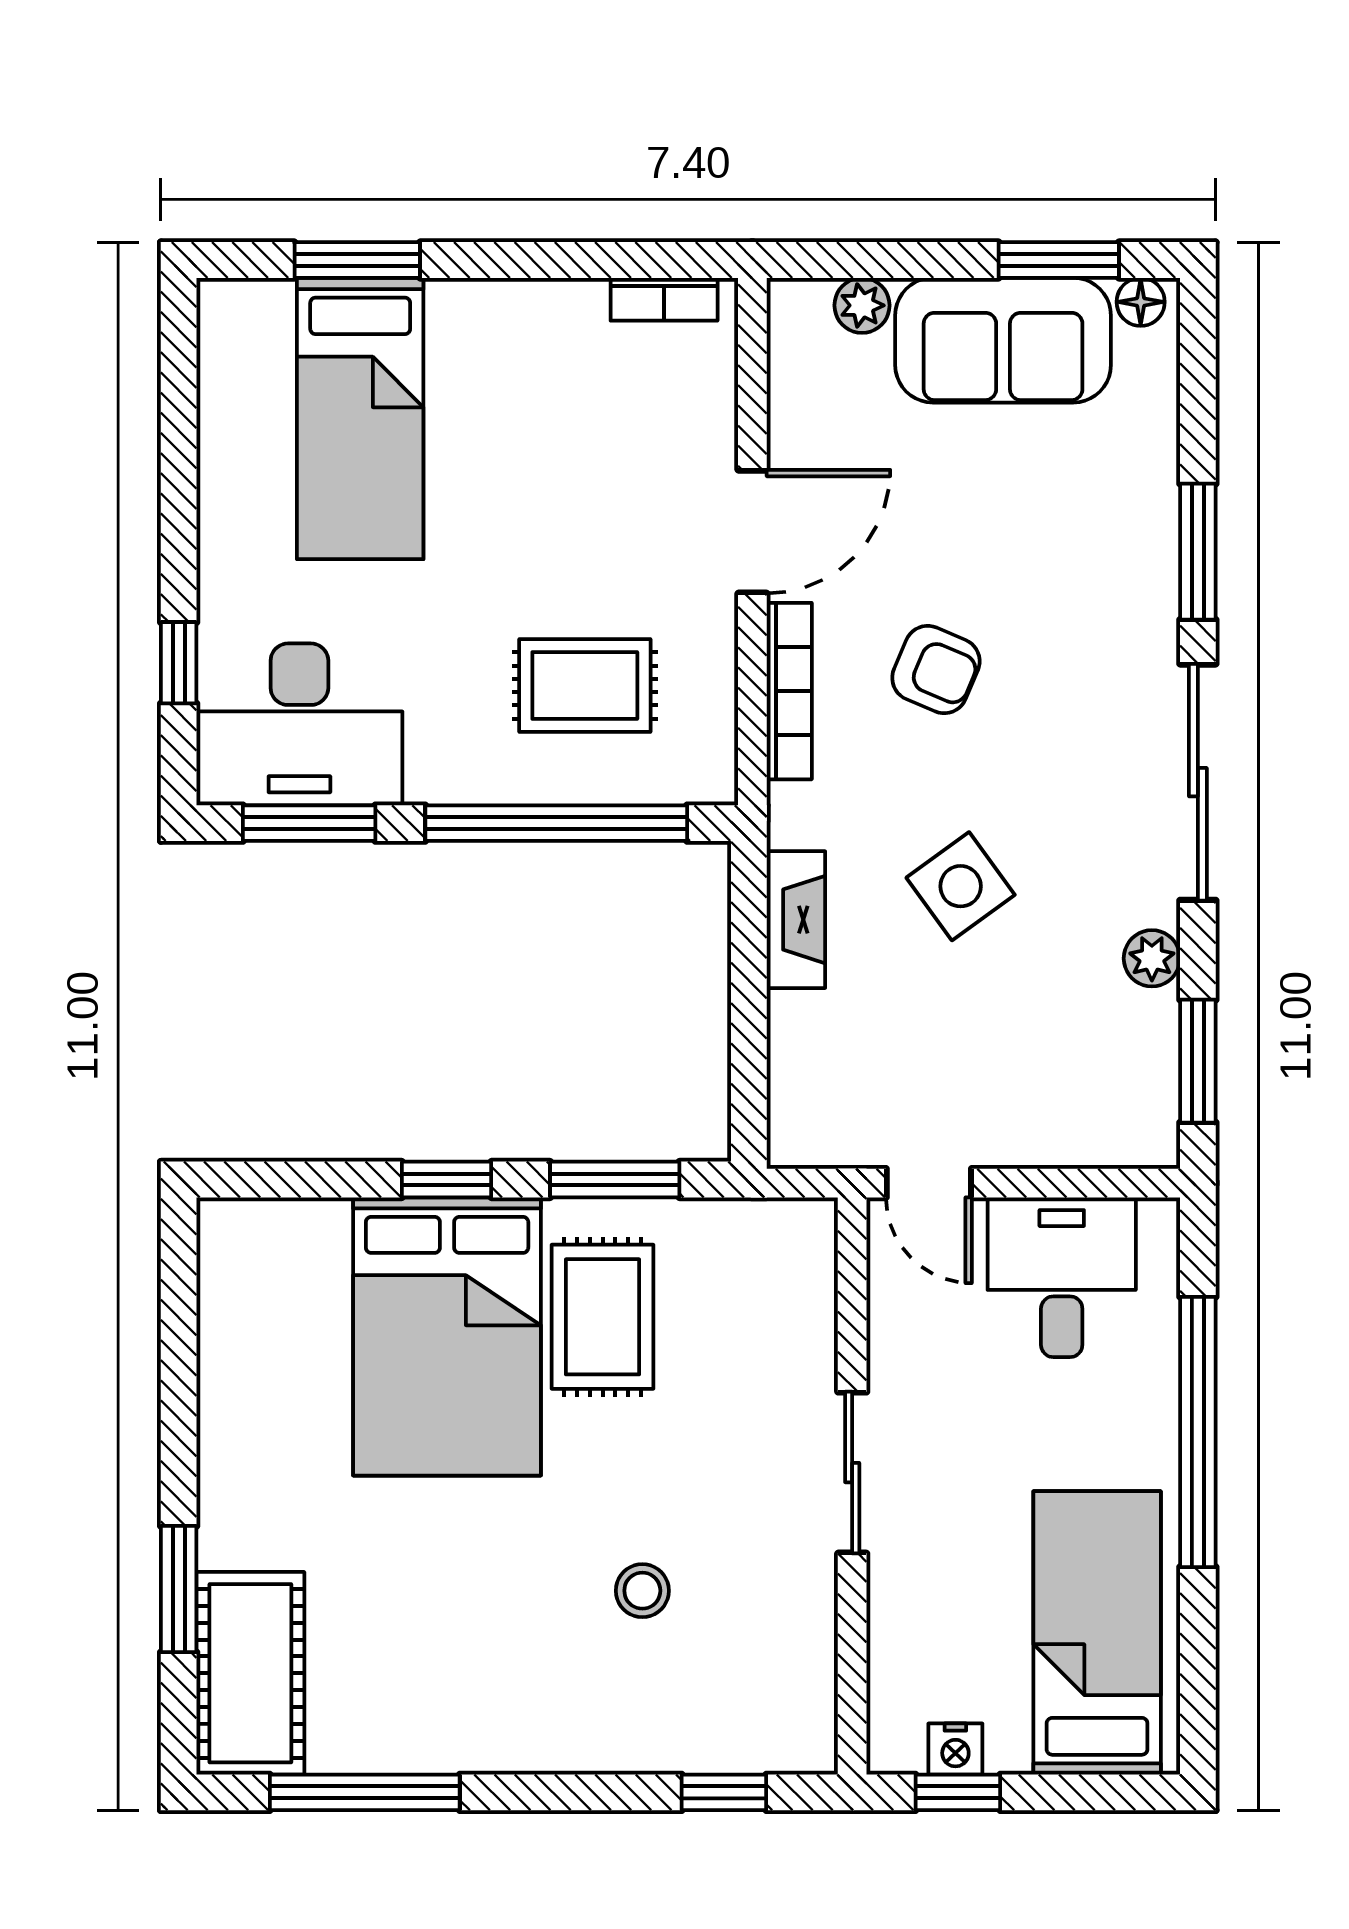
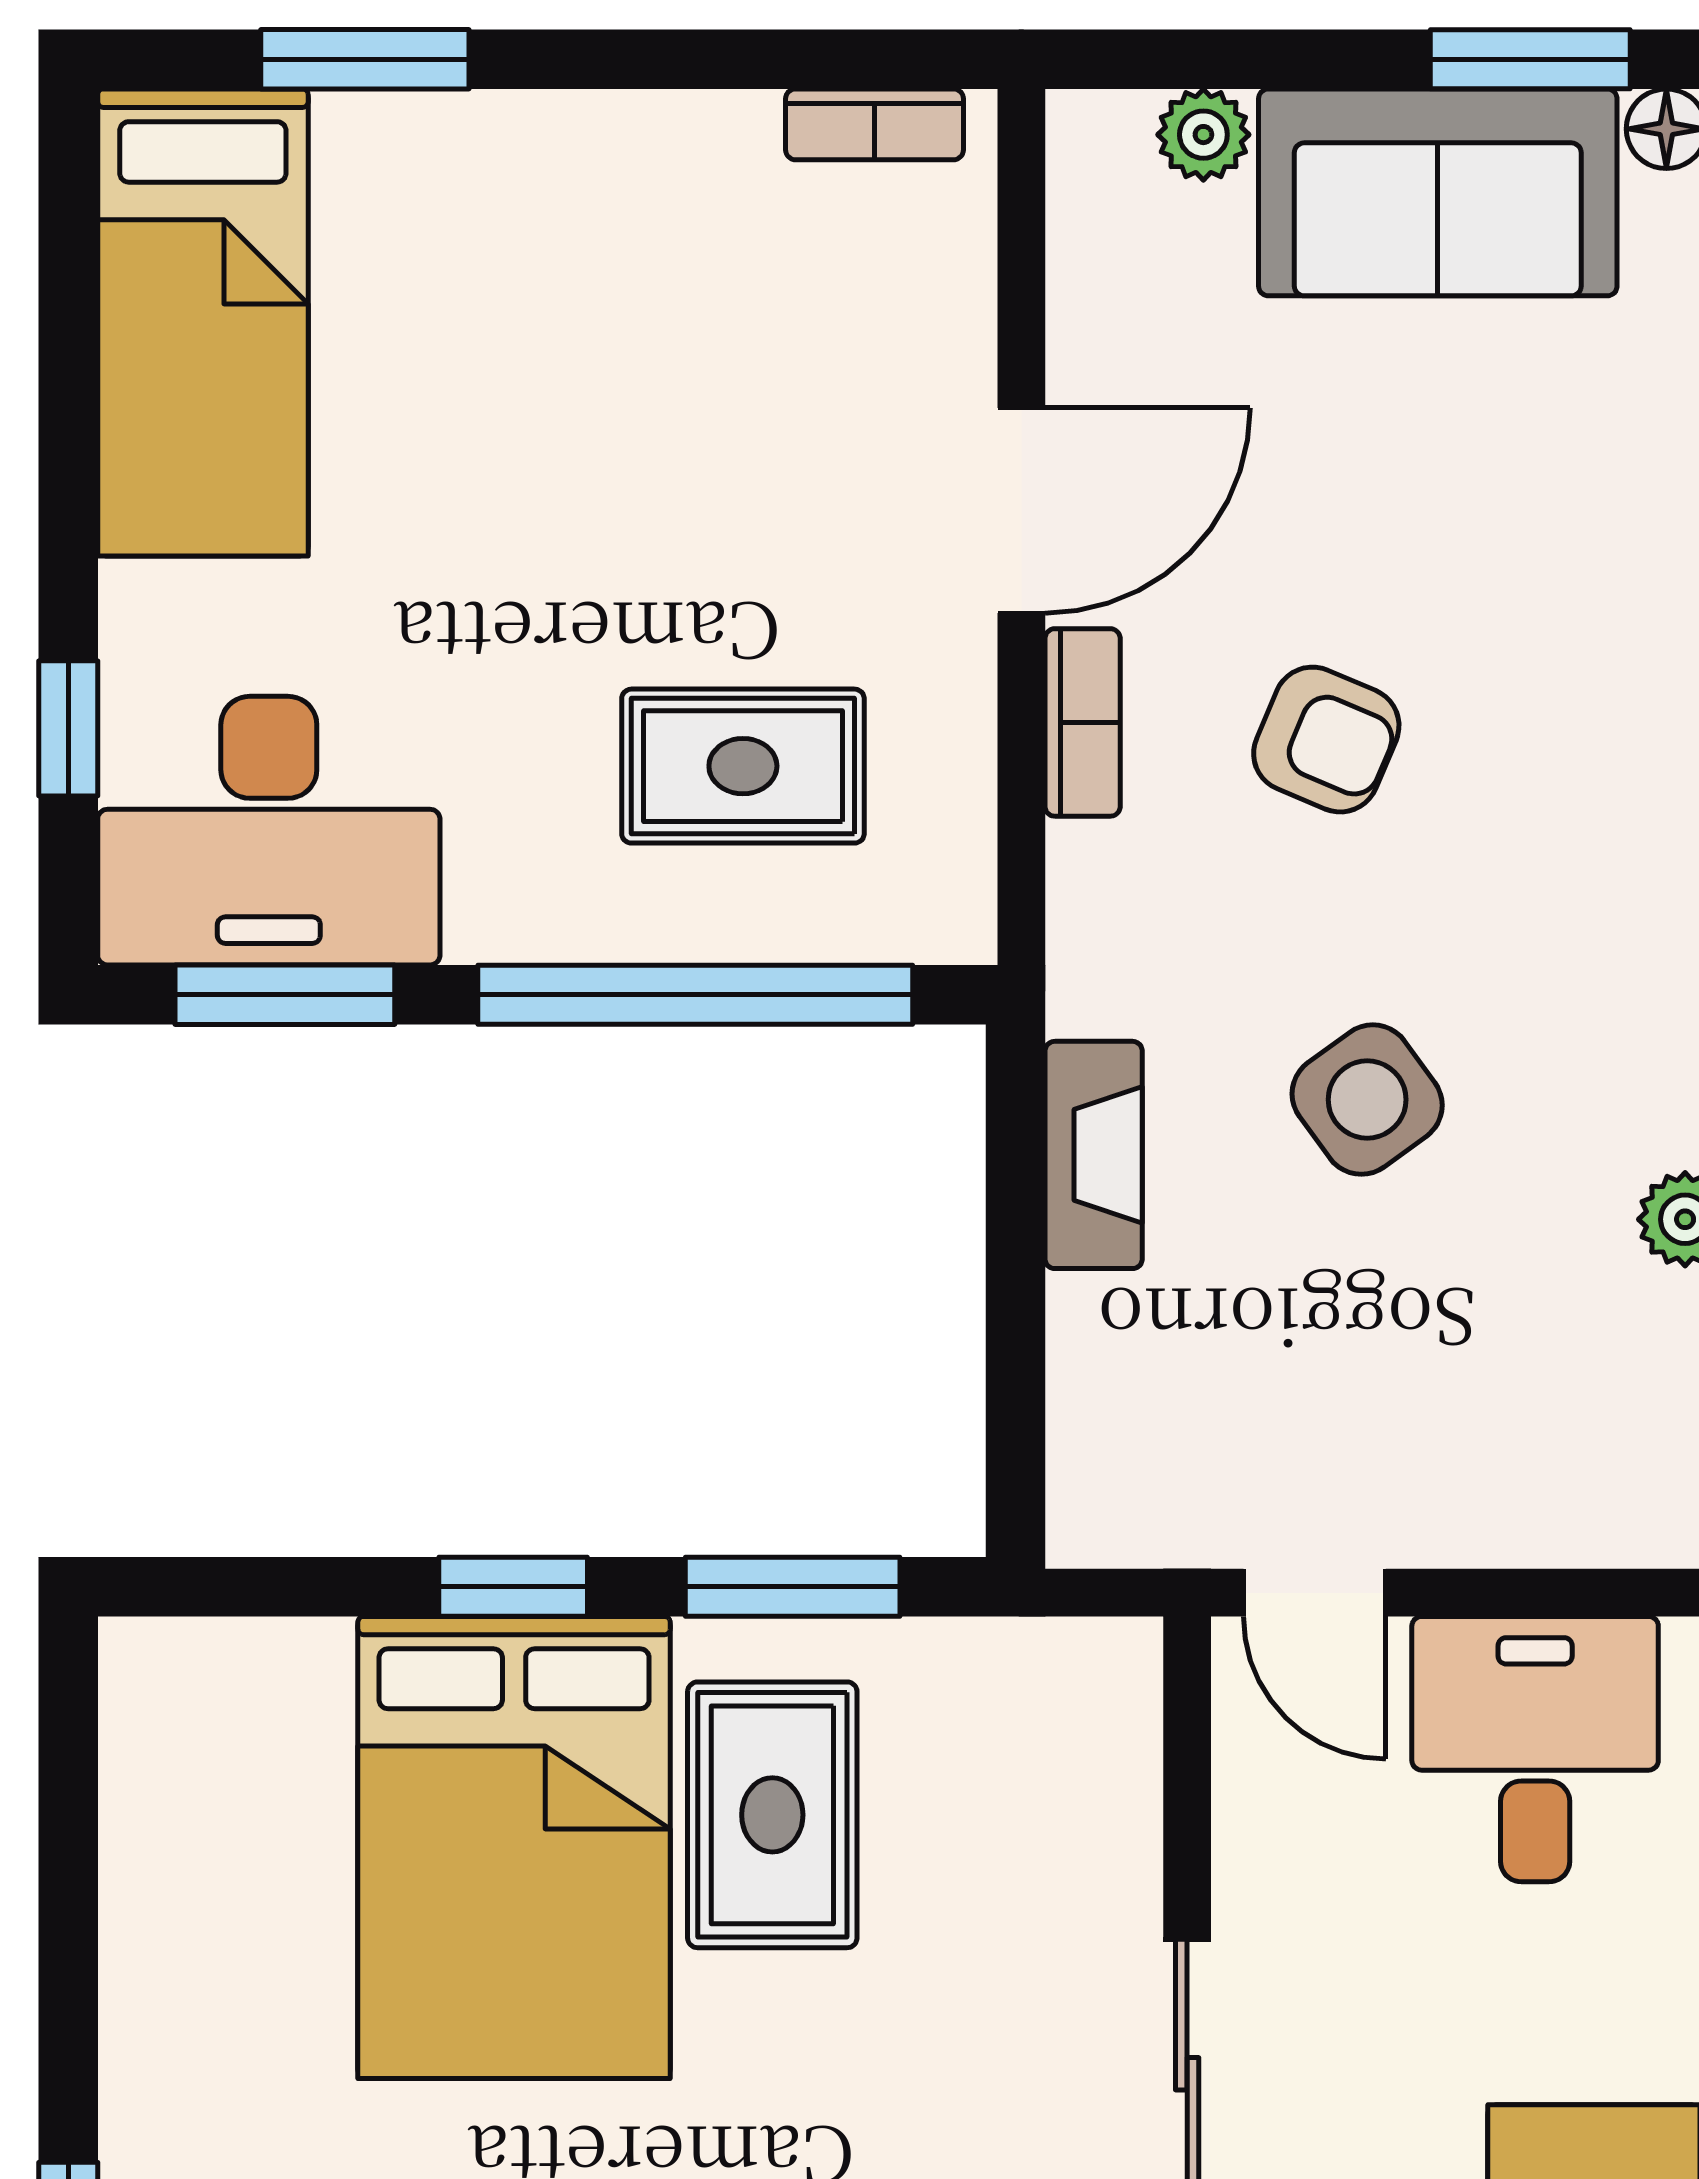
bed: (360, 419) -> (203, 322), moved
bookcase: (789, 691) -> (1083, 722), width x0.64

